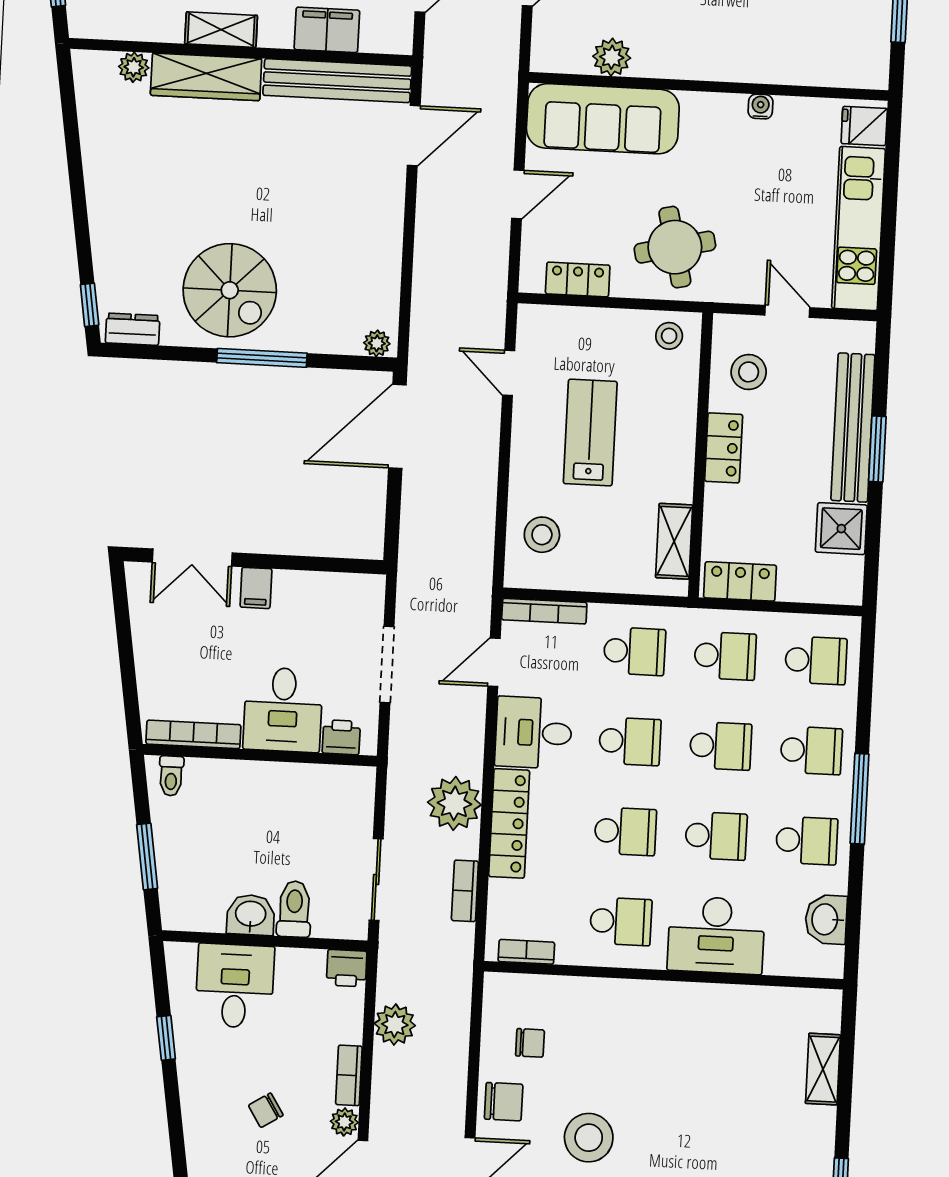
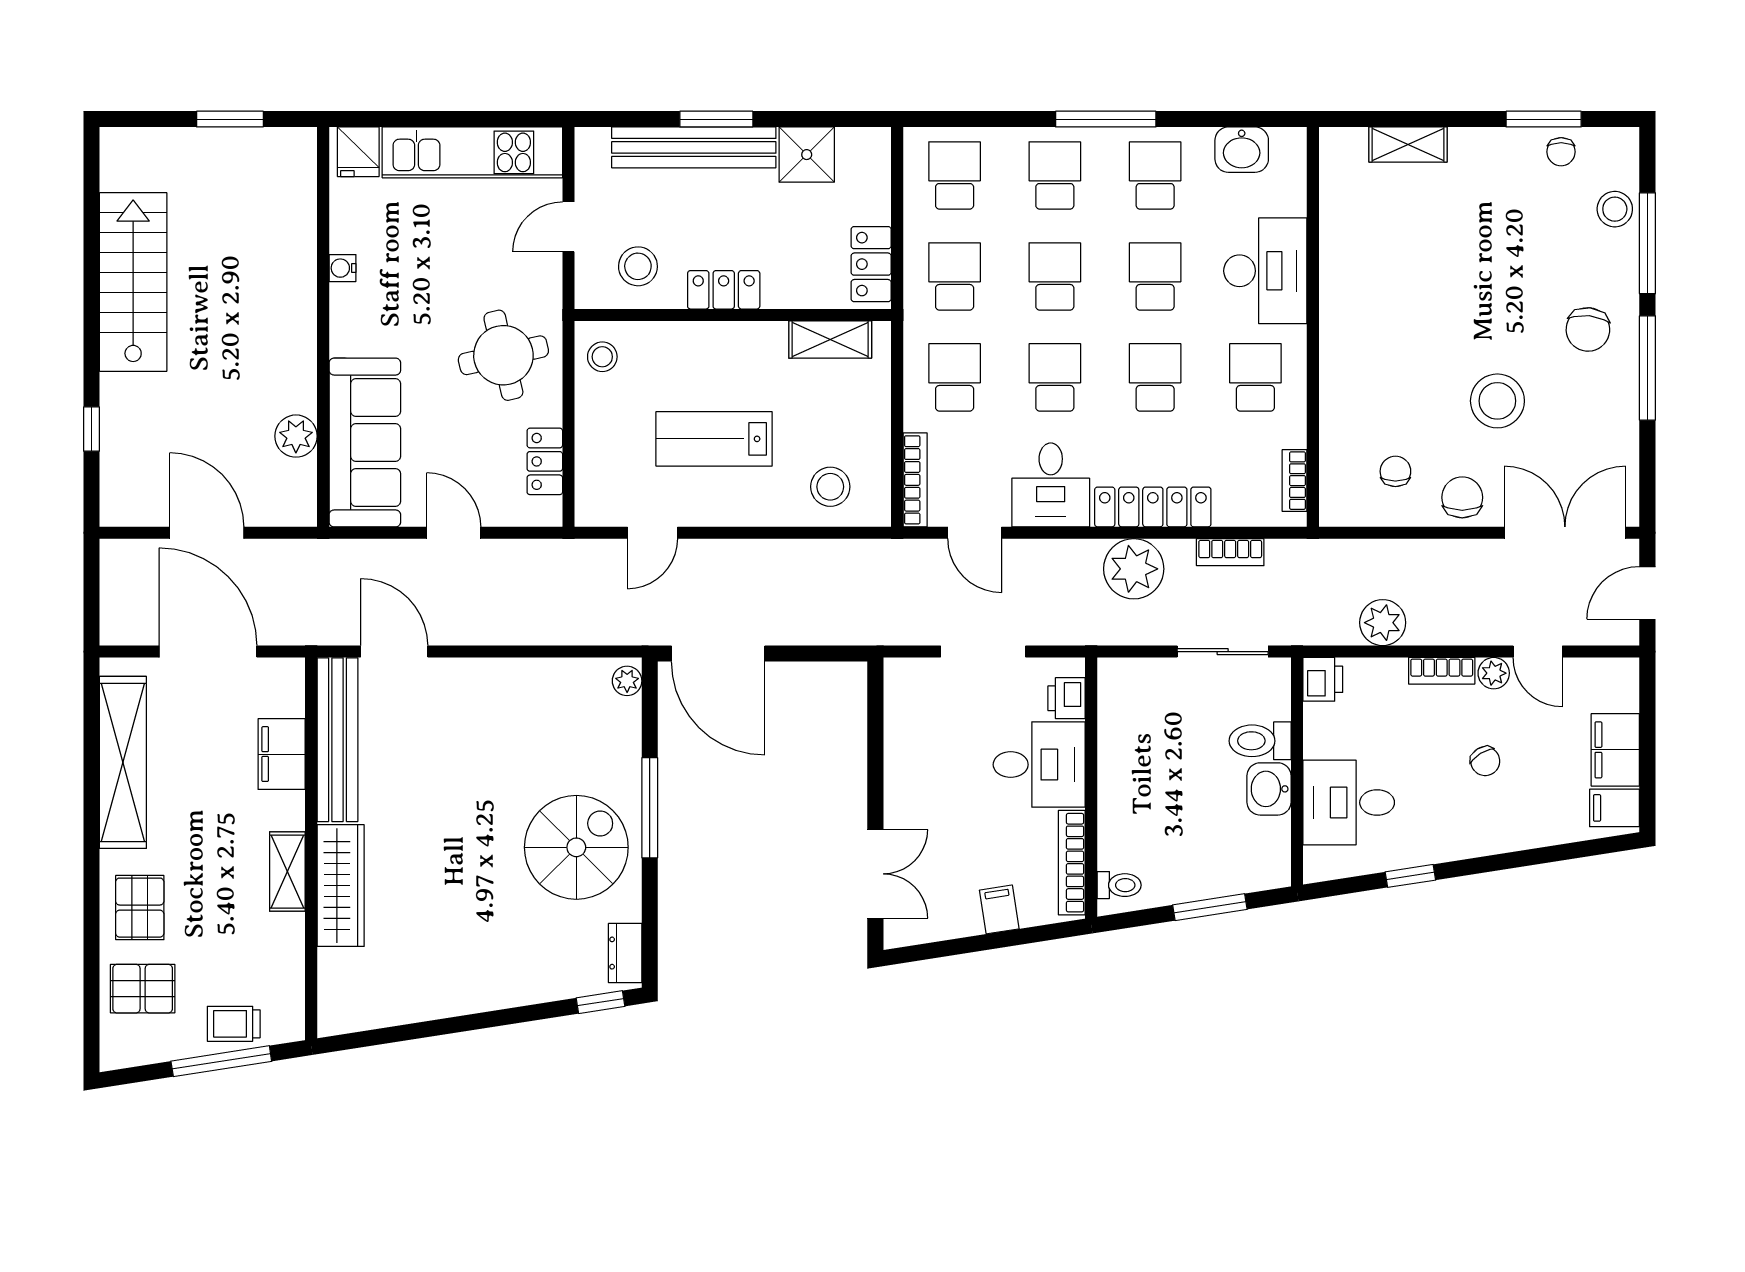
plant: (134, 67) -> (334, 966), removed
filing cabinet: (256, 588) -> (999, 909), moved, turned -99

